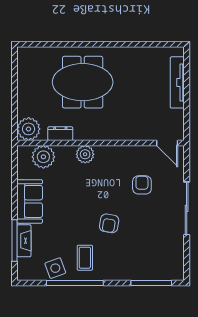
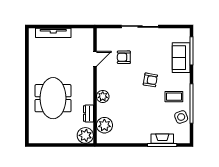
door: (167, 143) -> (95, 59), moved
sofa: (30, 201) -> (181, 58), moved, turned -90

